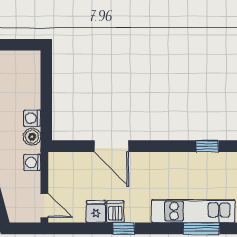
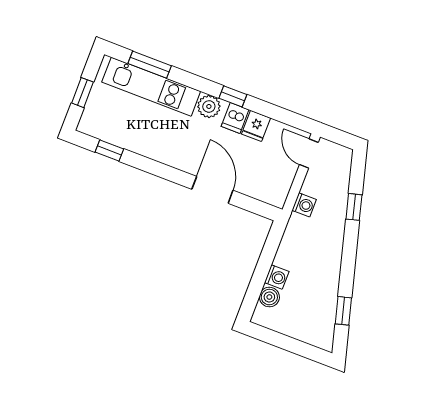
washing machine: (32, 118) -> (277, 277), moved
boiler: (32, 137) -> (269, 297), moved
plant: (140, 213) -> (209, 106), added

